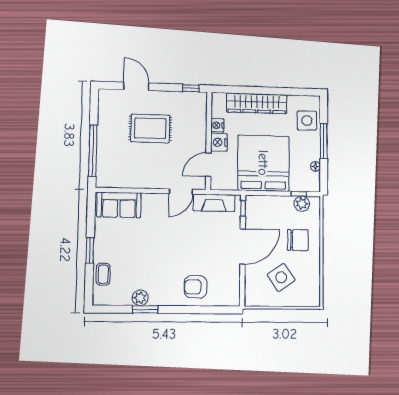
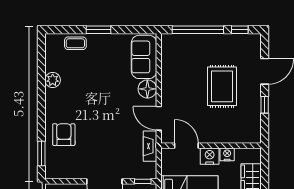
window: (191, 88) -> (265, 105), moved
window: (94, 109) -> (240, 30), added
floor lamp: (151, 202) -> (147, 89), added
fireplace: (214, 203) -> (150, 146), width x0.73, depth x0.76
window: (145, 309) -> (41, 153), moved

